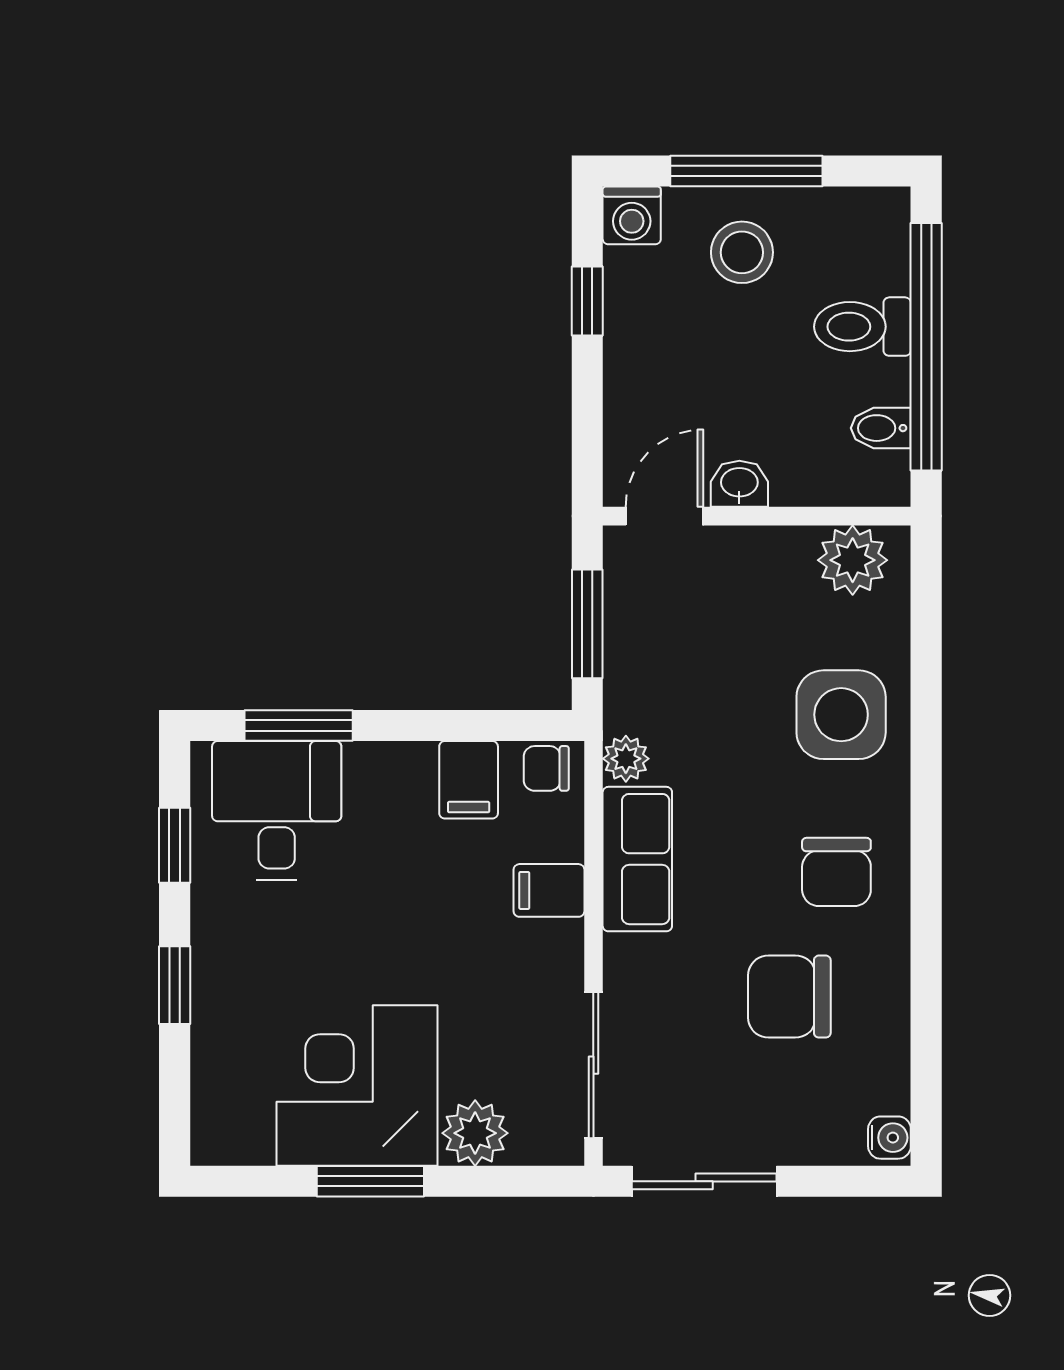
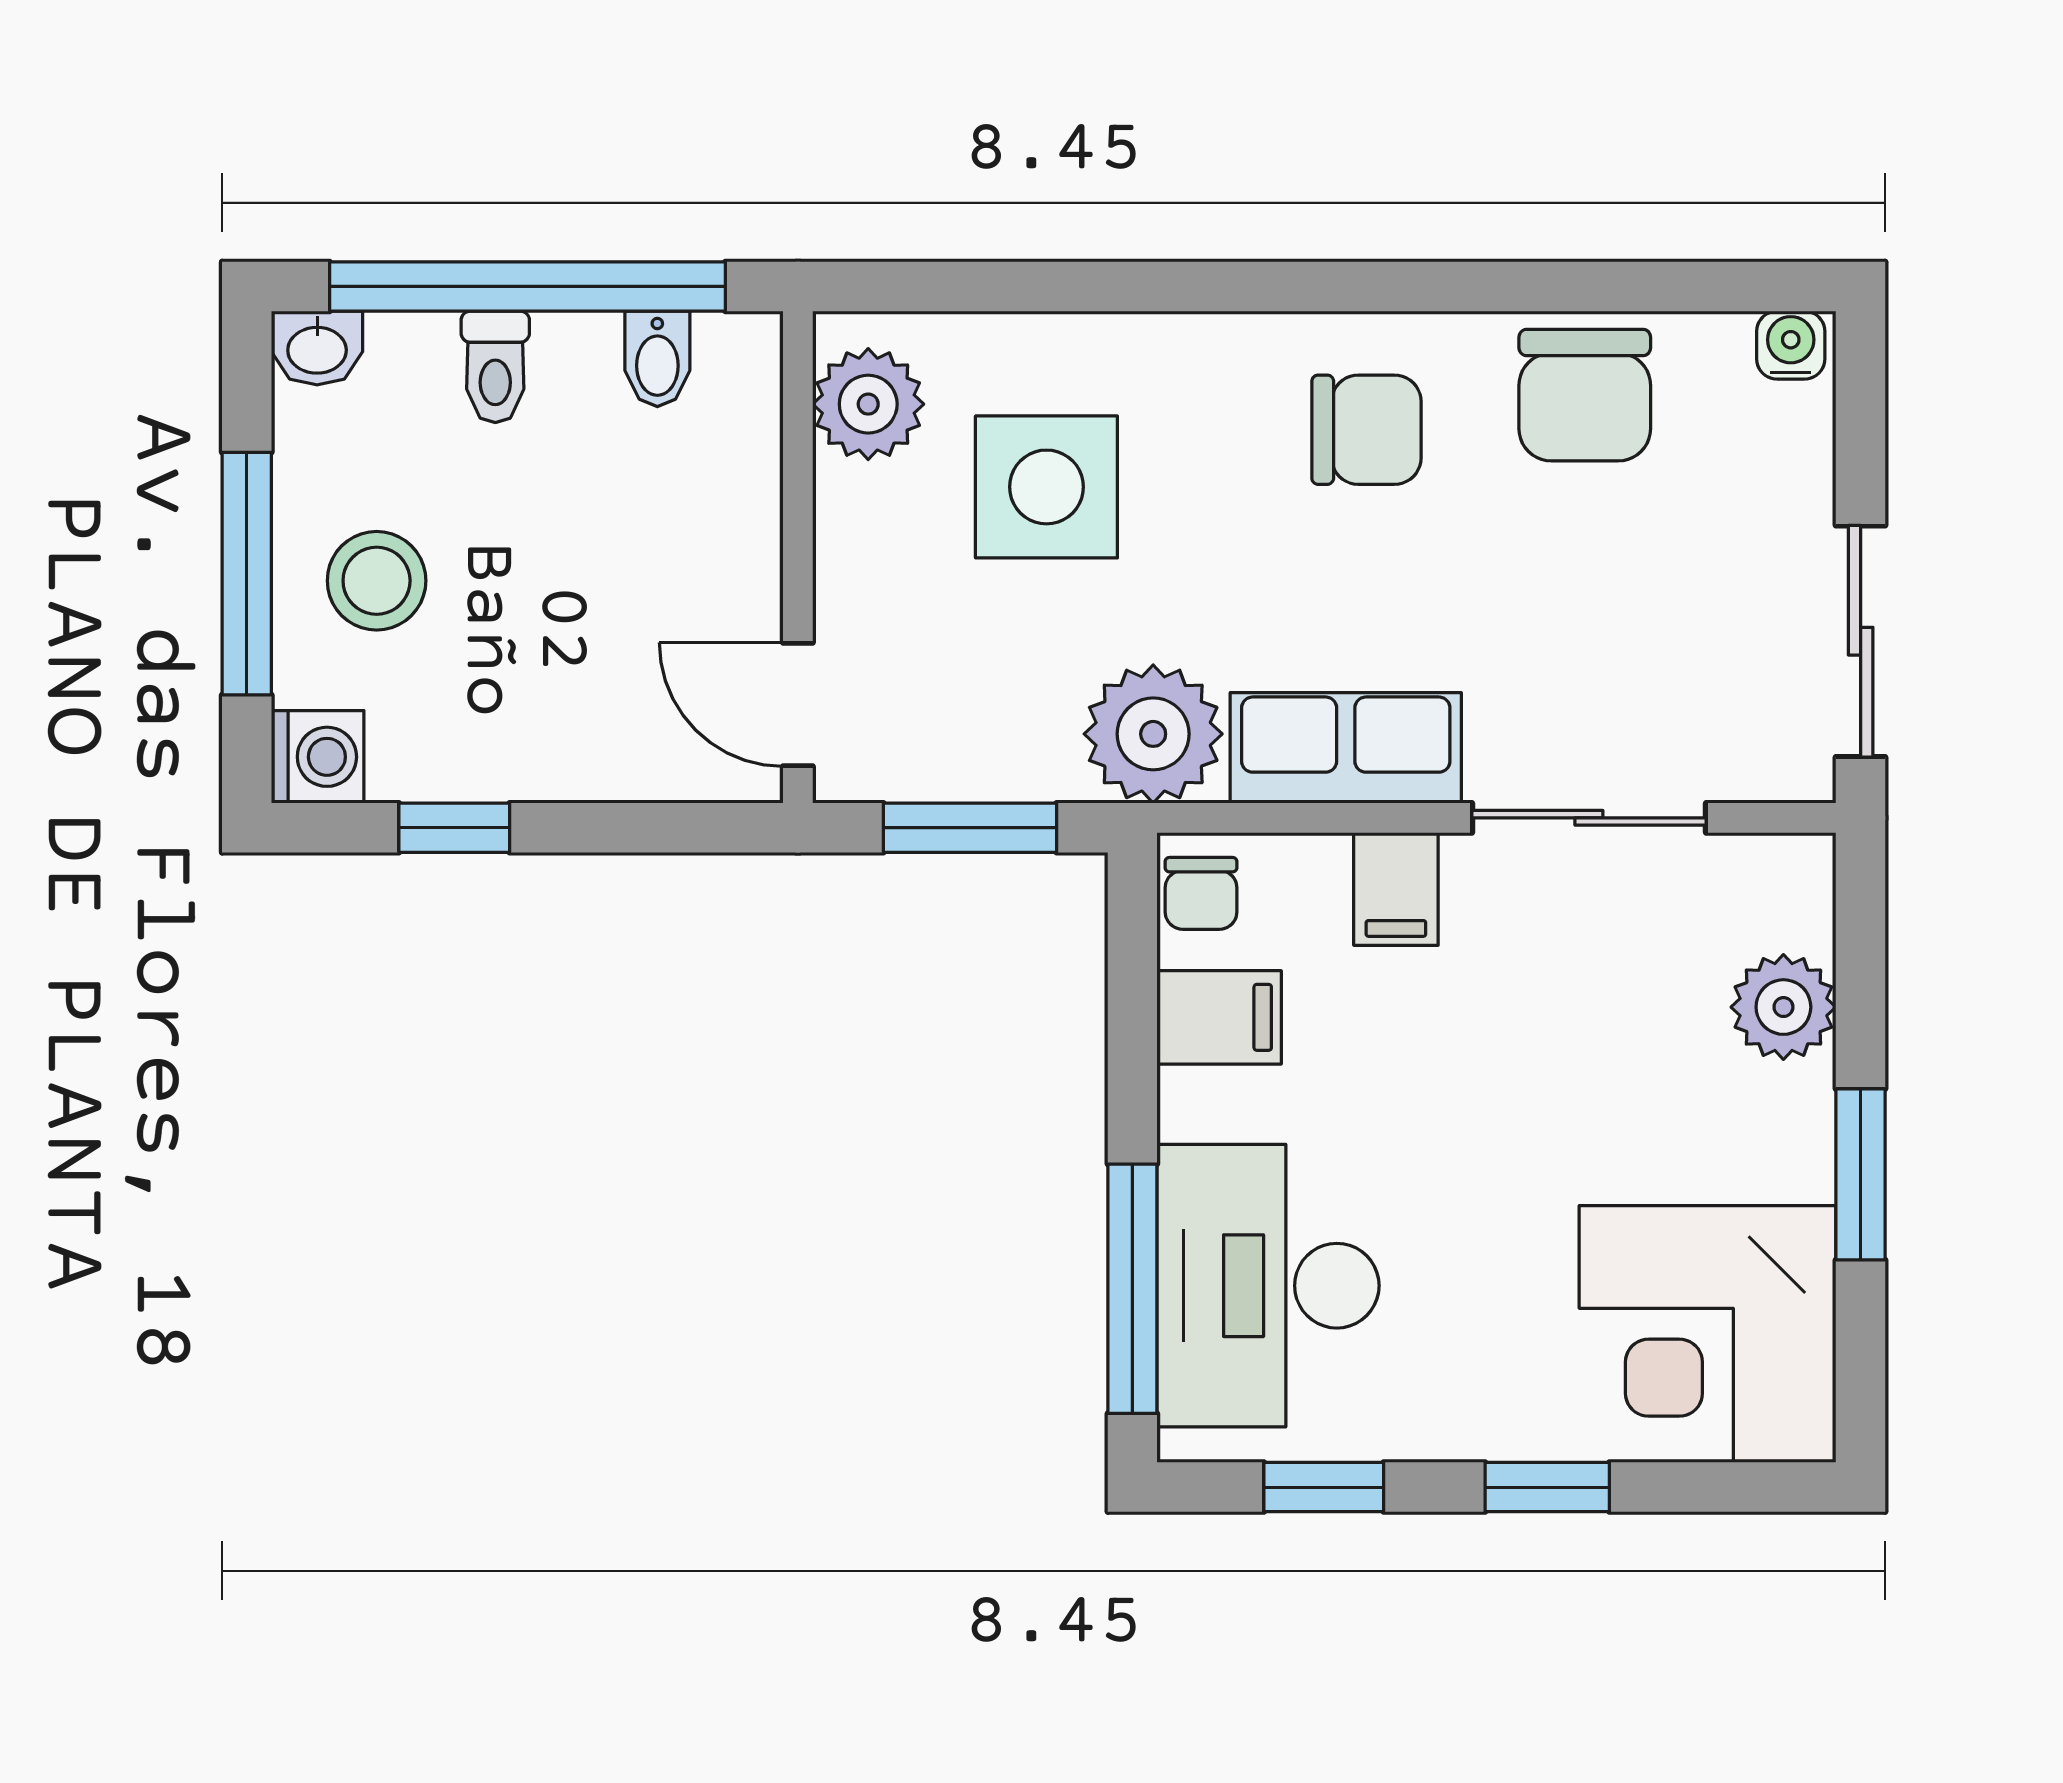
toilet: (862, 327) -> (495, 367), width x0.73, depth x0.72
washbasin: (739, 484) -> (317, 348), moved, turned -90
side table: (841, 715) -> (1046, 487), moved
window: (299, 725) -> (1132, 1289), width x1.44
plant: (626, 759) -> (1153, 734), width x1.87, depth x1.87
desk: (277, 810) -> (1268, 1286), width x1.37
chair: (789, 997) -> (1585, 395), moved
sliding door: (593, 1065) -> (1589, 818), moved
corner desk: (357, 1086) -> (1708, 1334), moved

